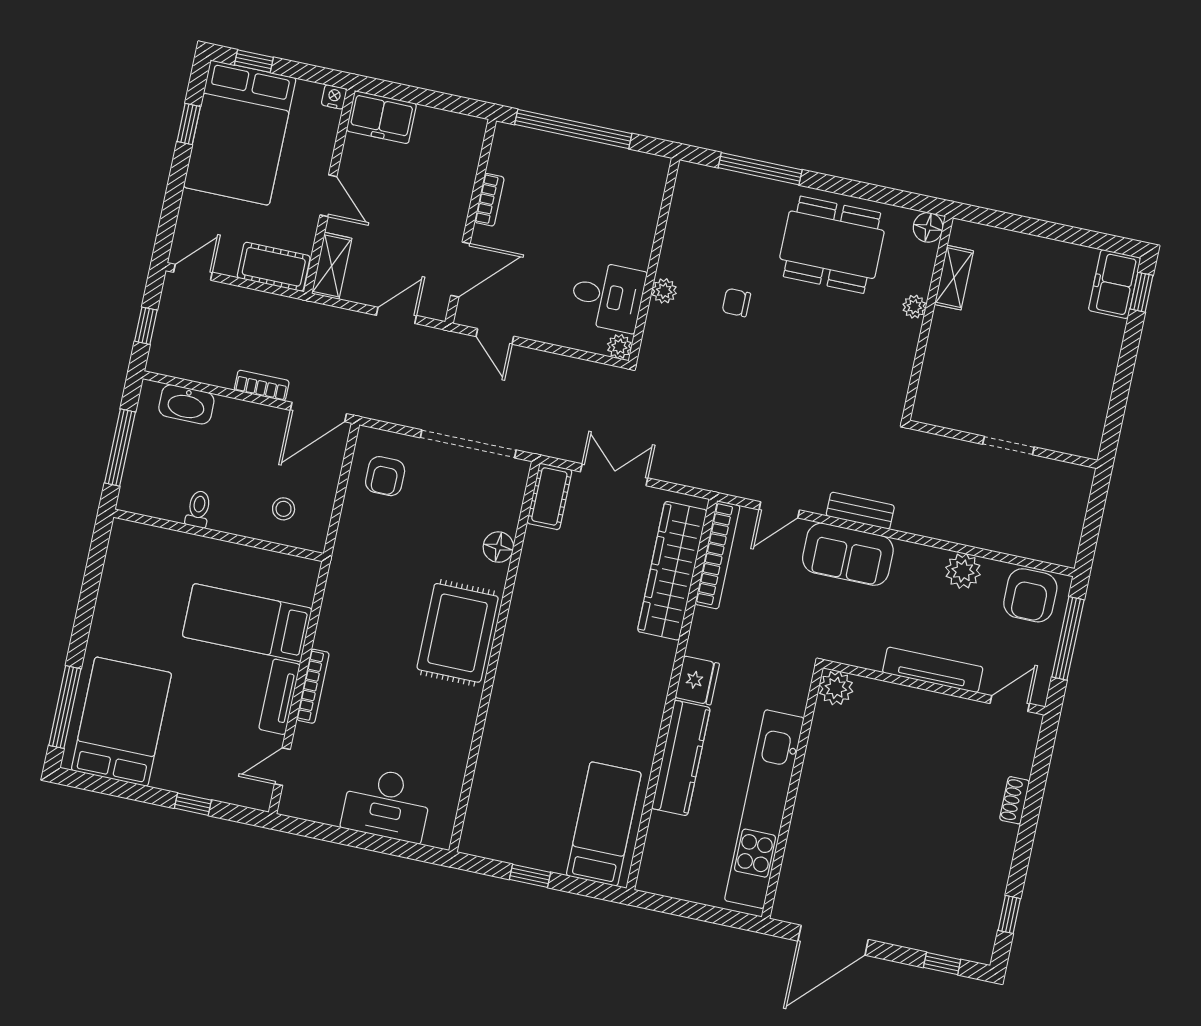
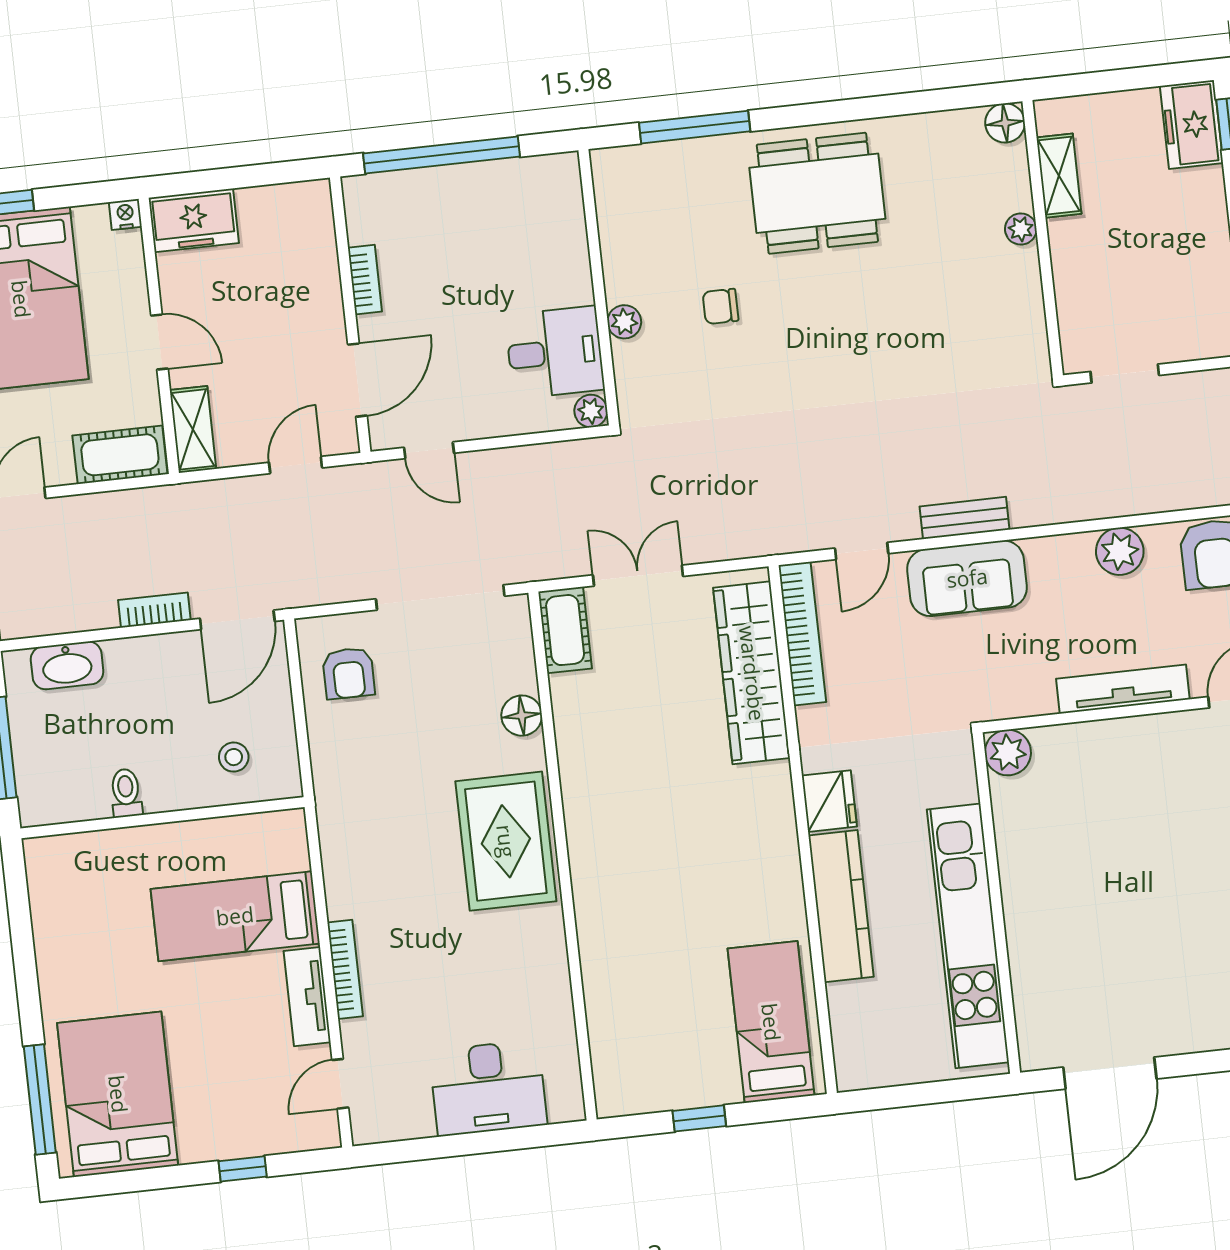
floor lamp: (928, 227) -> (1005, 123), moved
shelving: (954, 278) -> (1059, 176), moved
plant: (914, 307) -> (1021, 229), moved
wall: (928, 318) -> (1043, 238), moved

